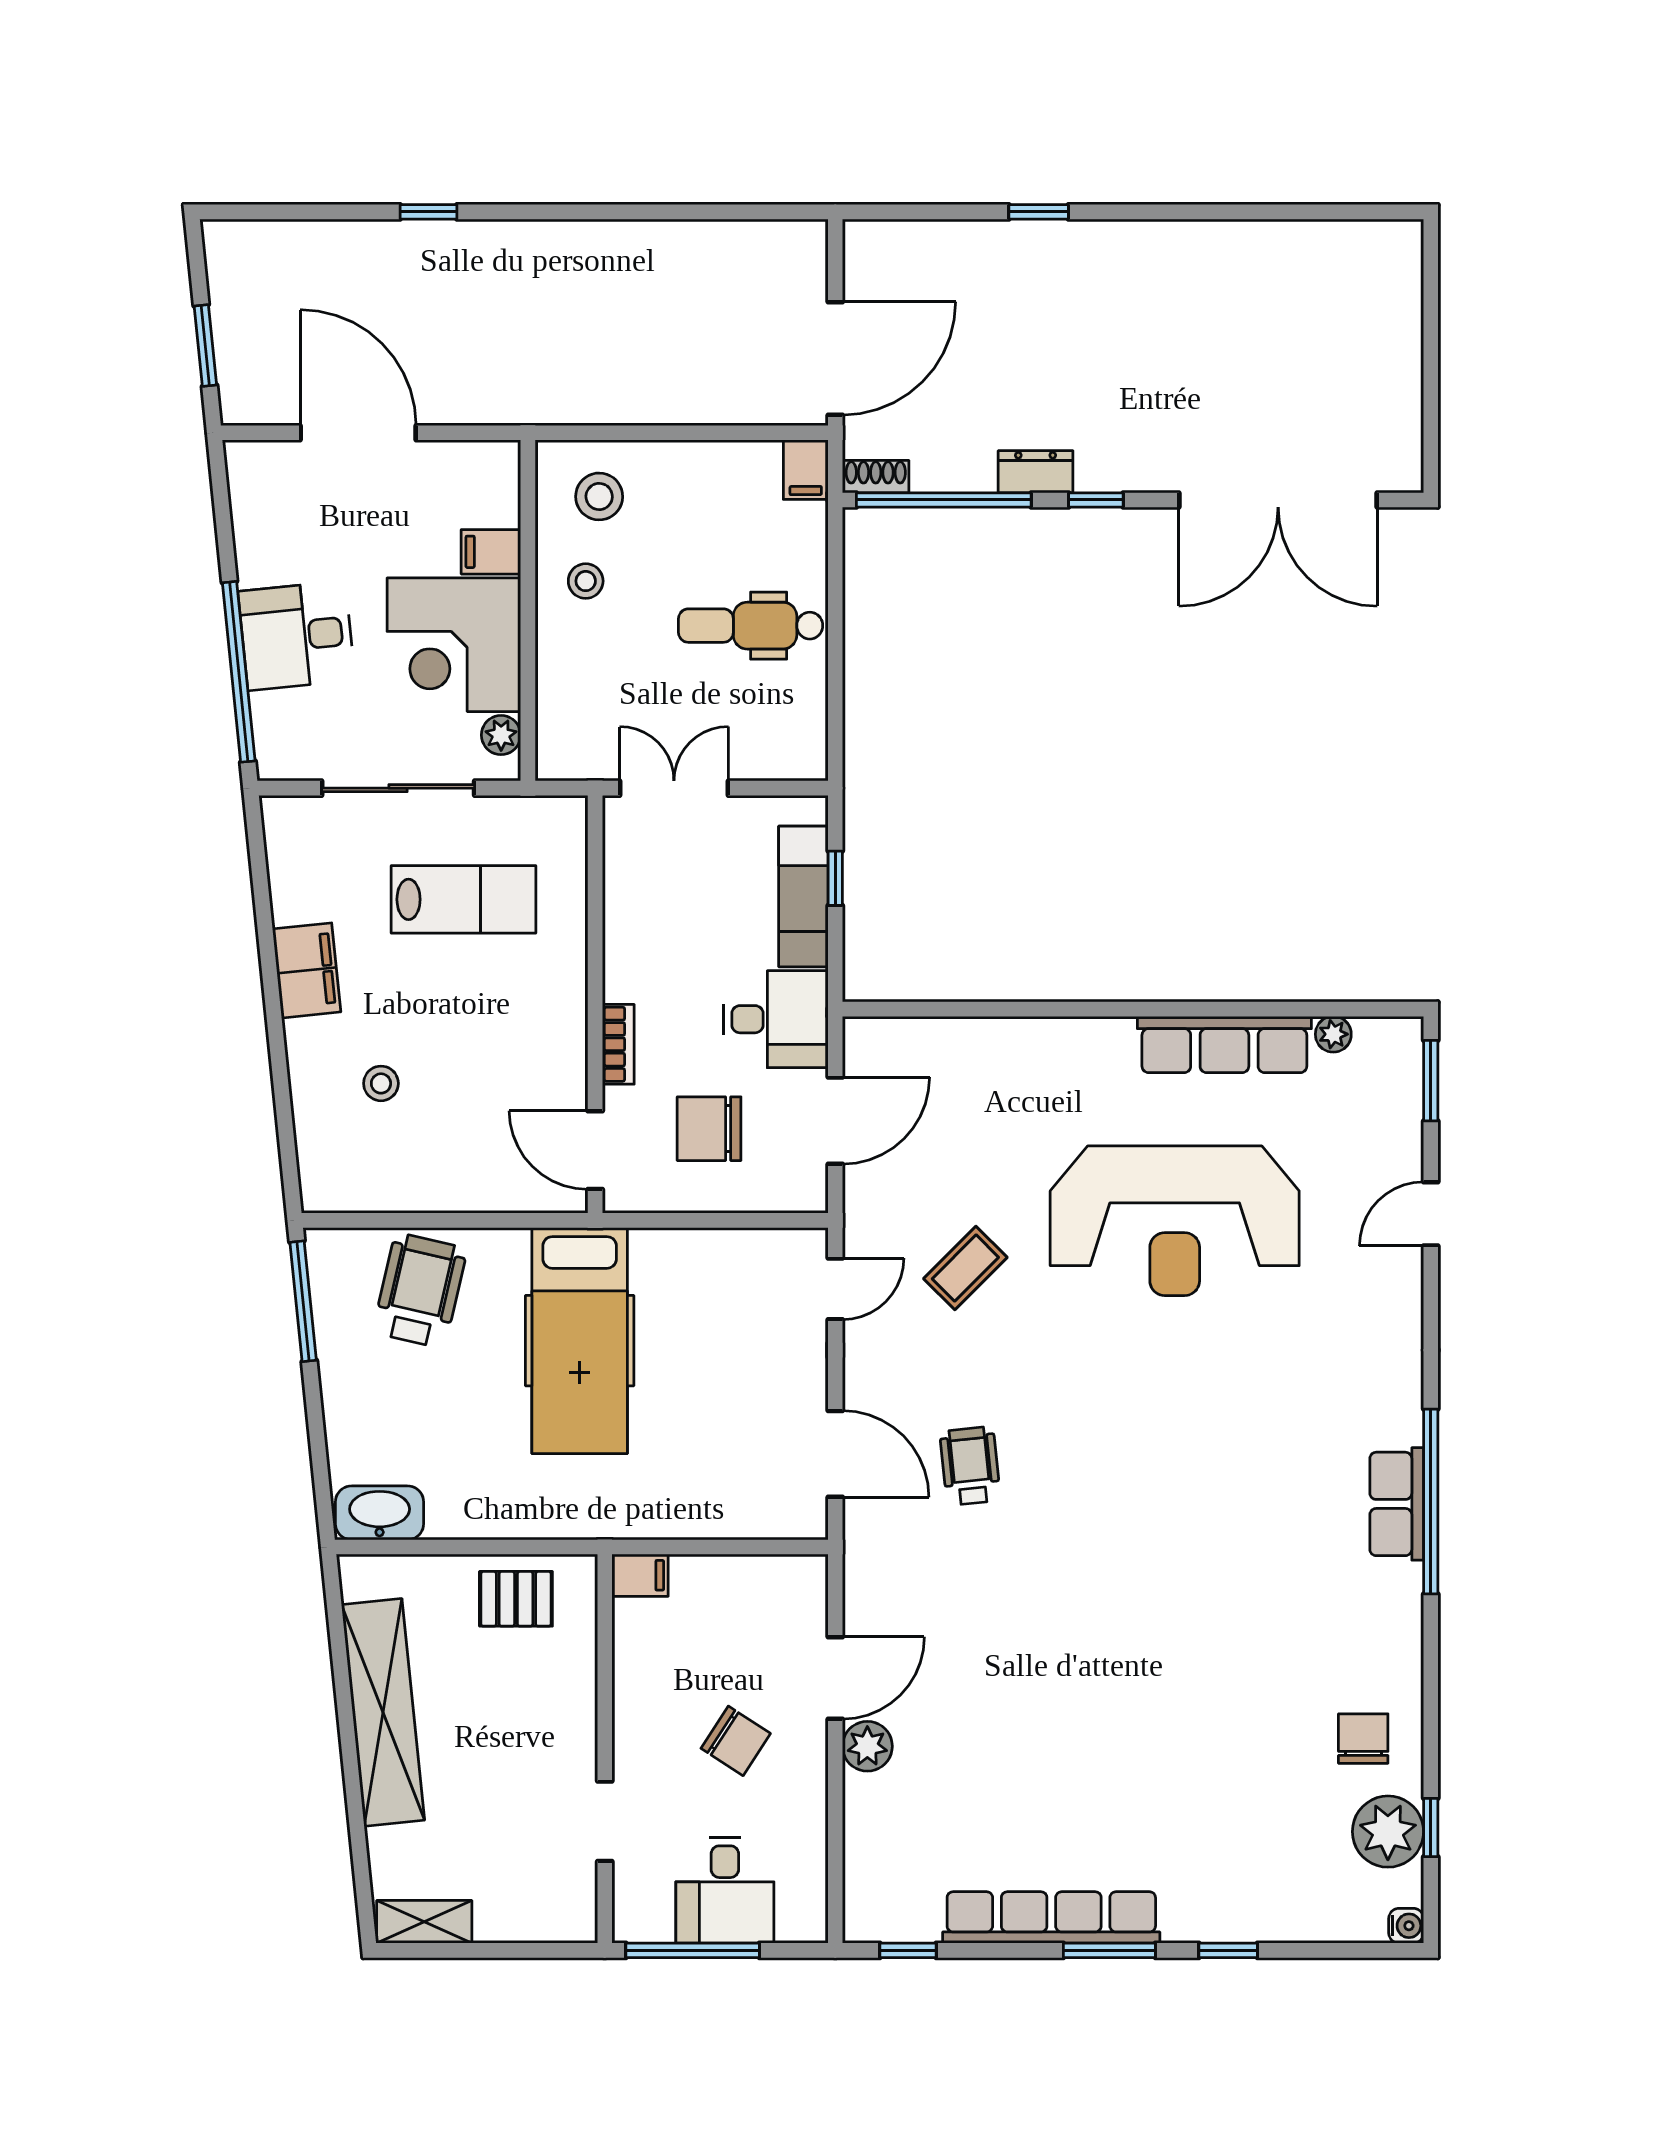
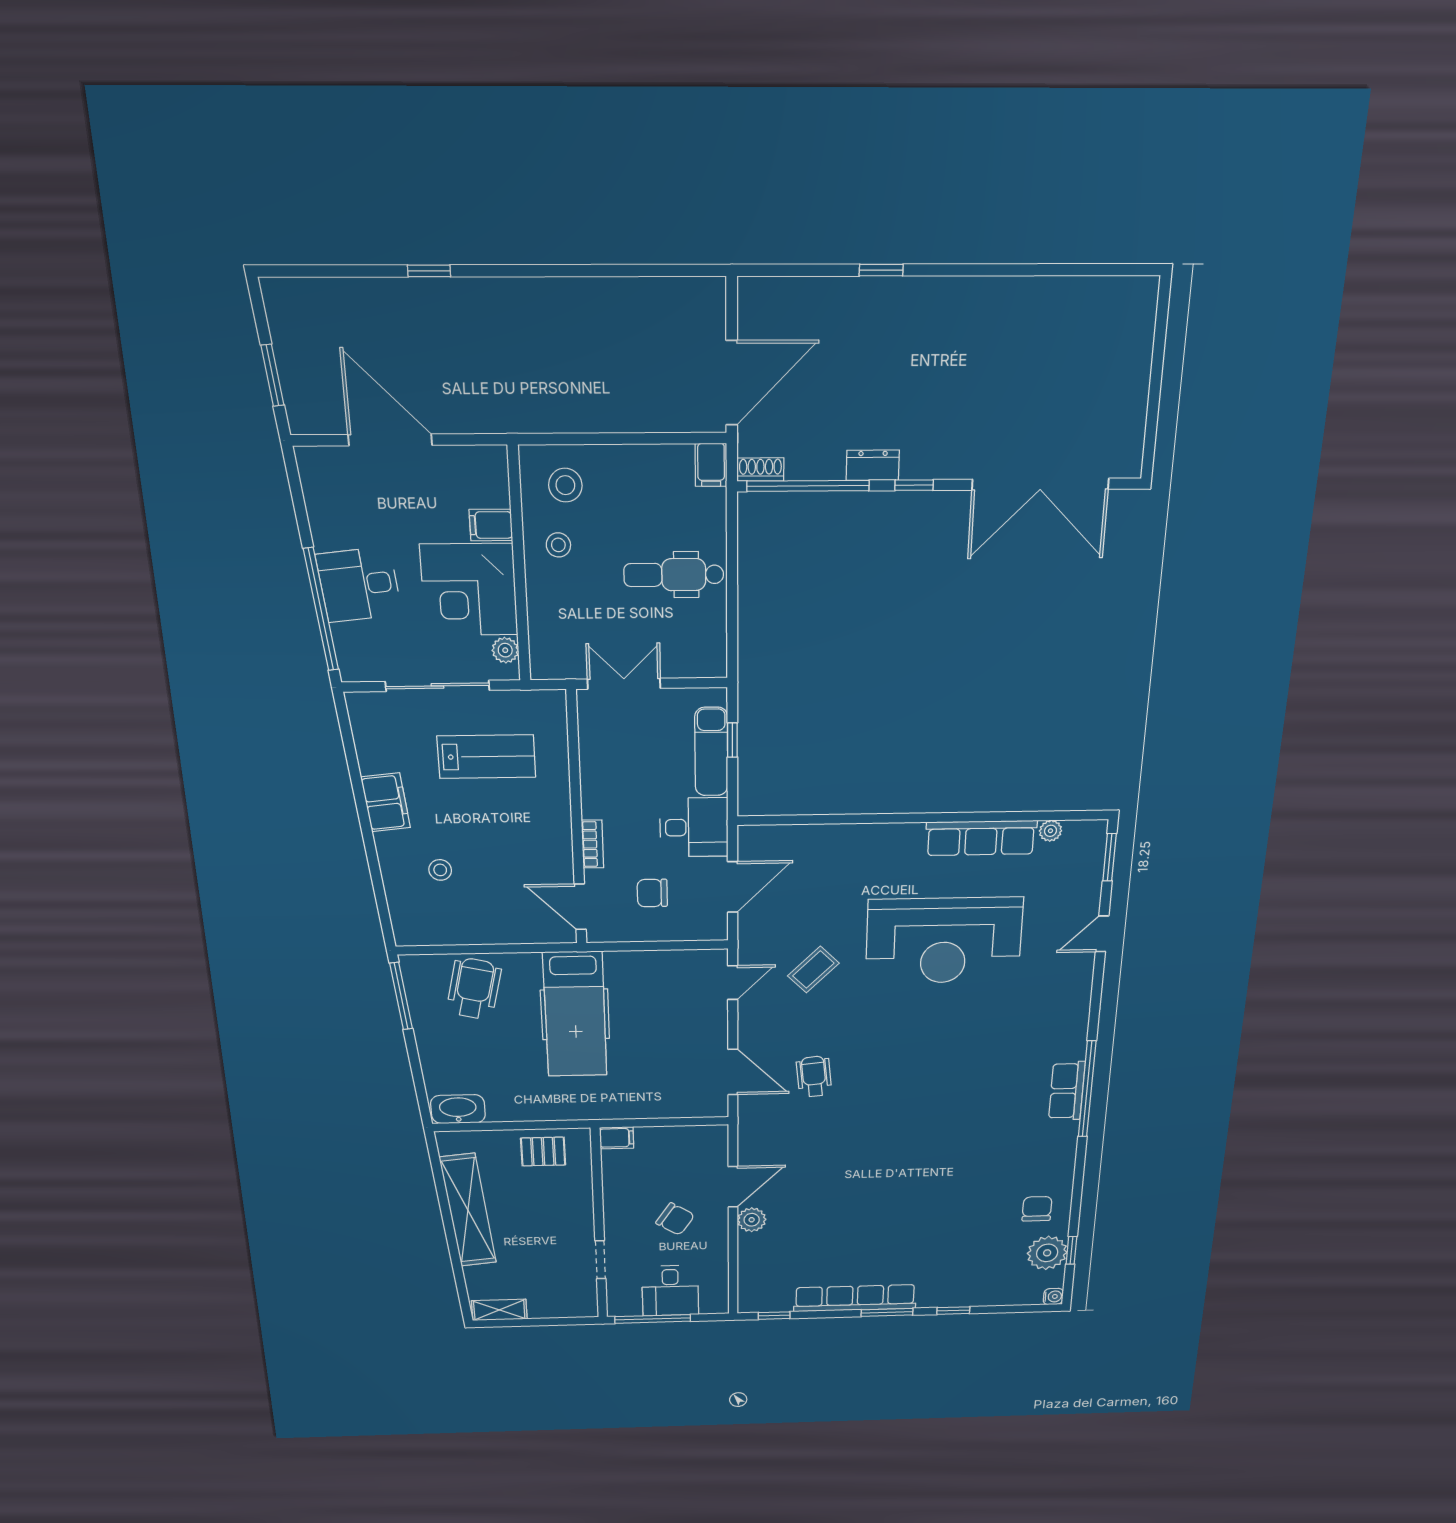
chair: (709, 1129) -> (652, 893), width x0.73, depth x0.73

